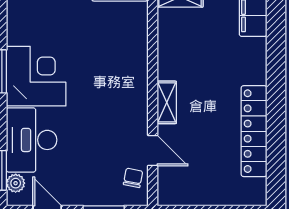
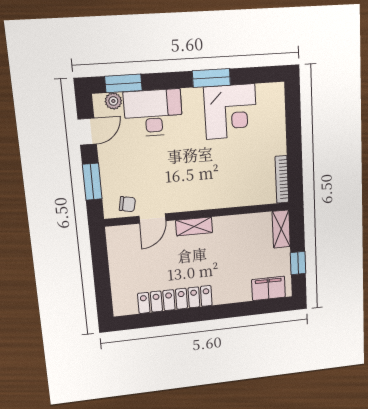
corner desk: (36, 76) -> (231, 112), moved

